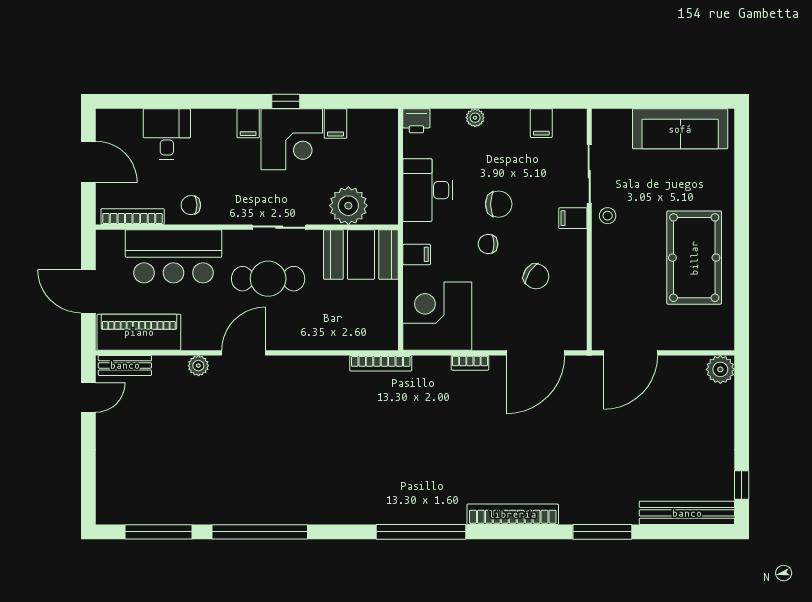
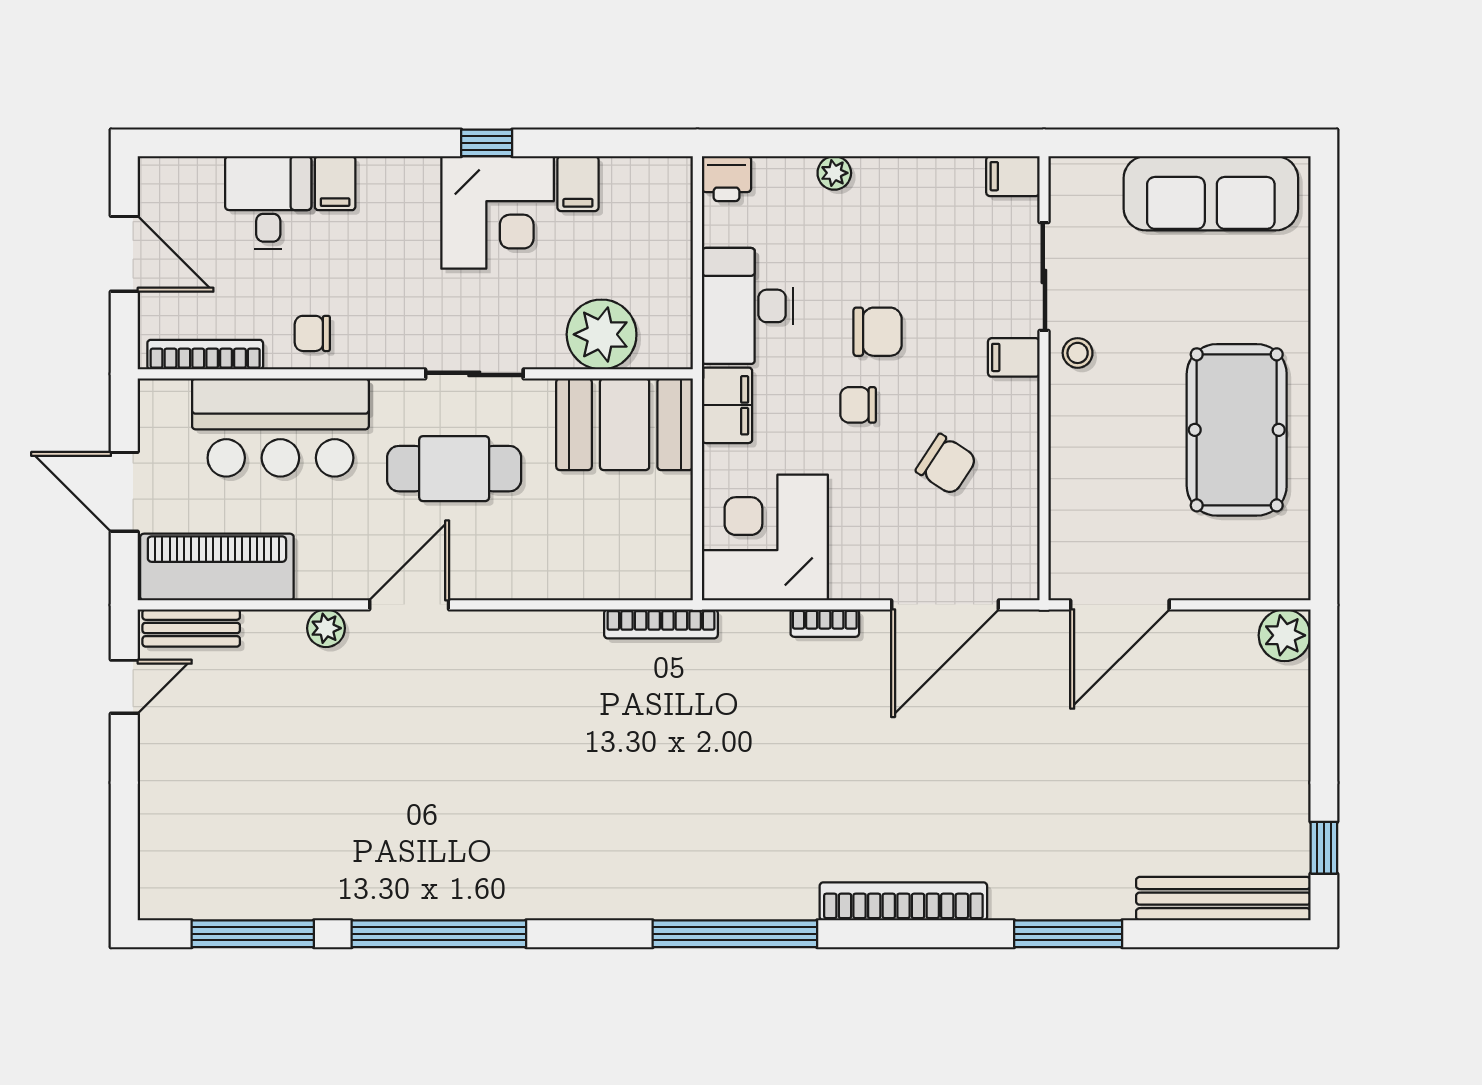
filing cabinet: (248, 123) -> (335, 183), moved
filing cabinet: (541, 123) -> (1013, 176), moved, turned 90
filing cabinet: (417, 254) -> (727, 405), width x2.00

